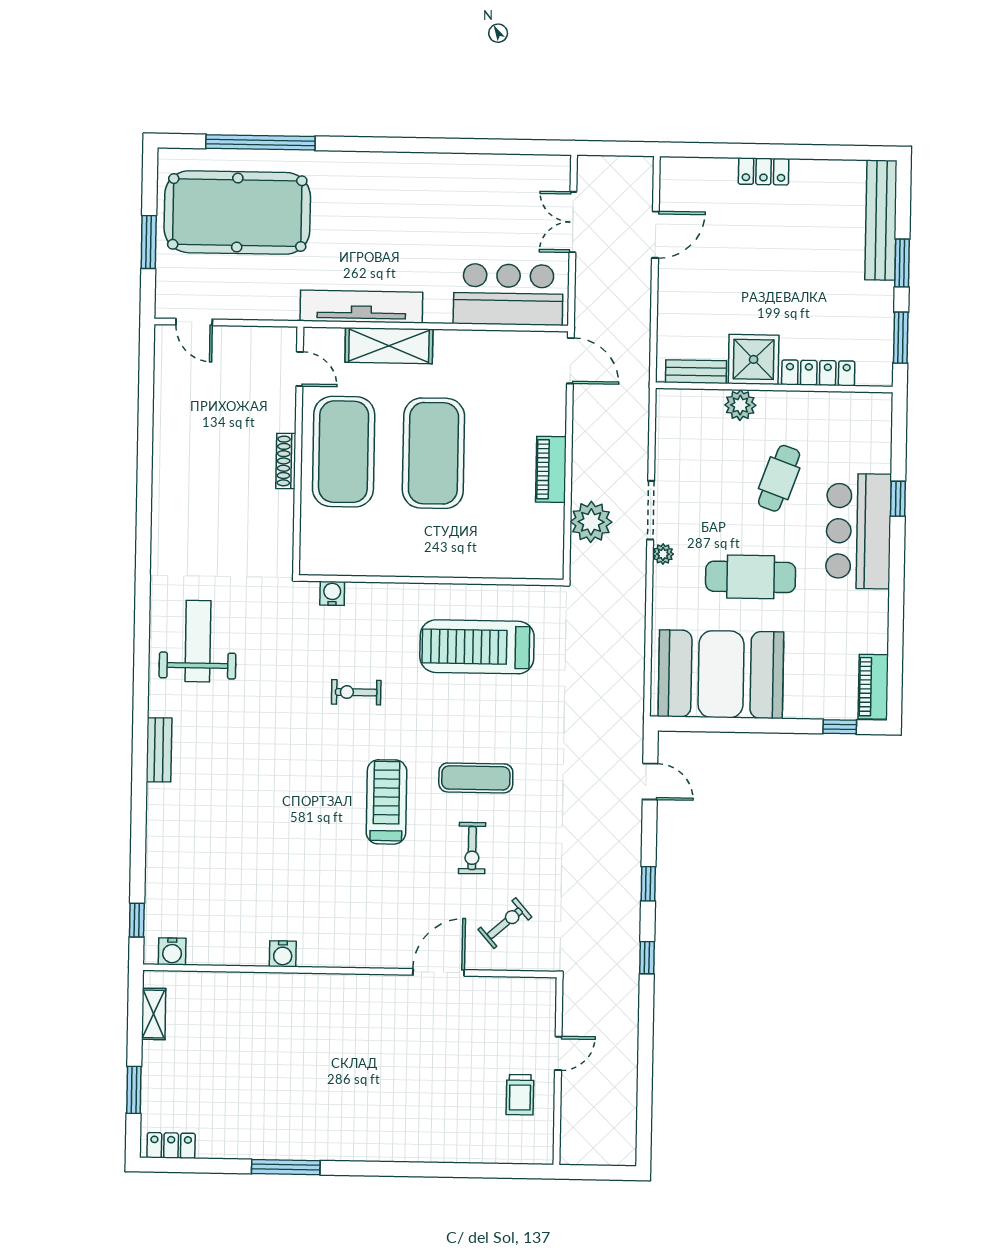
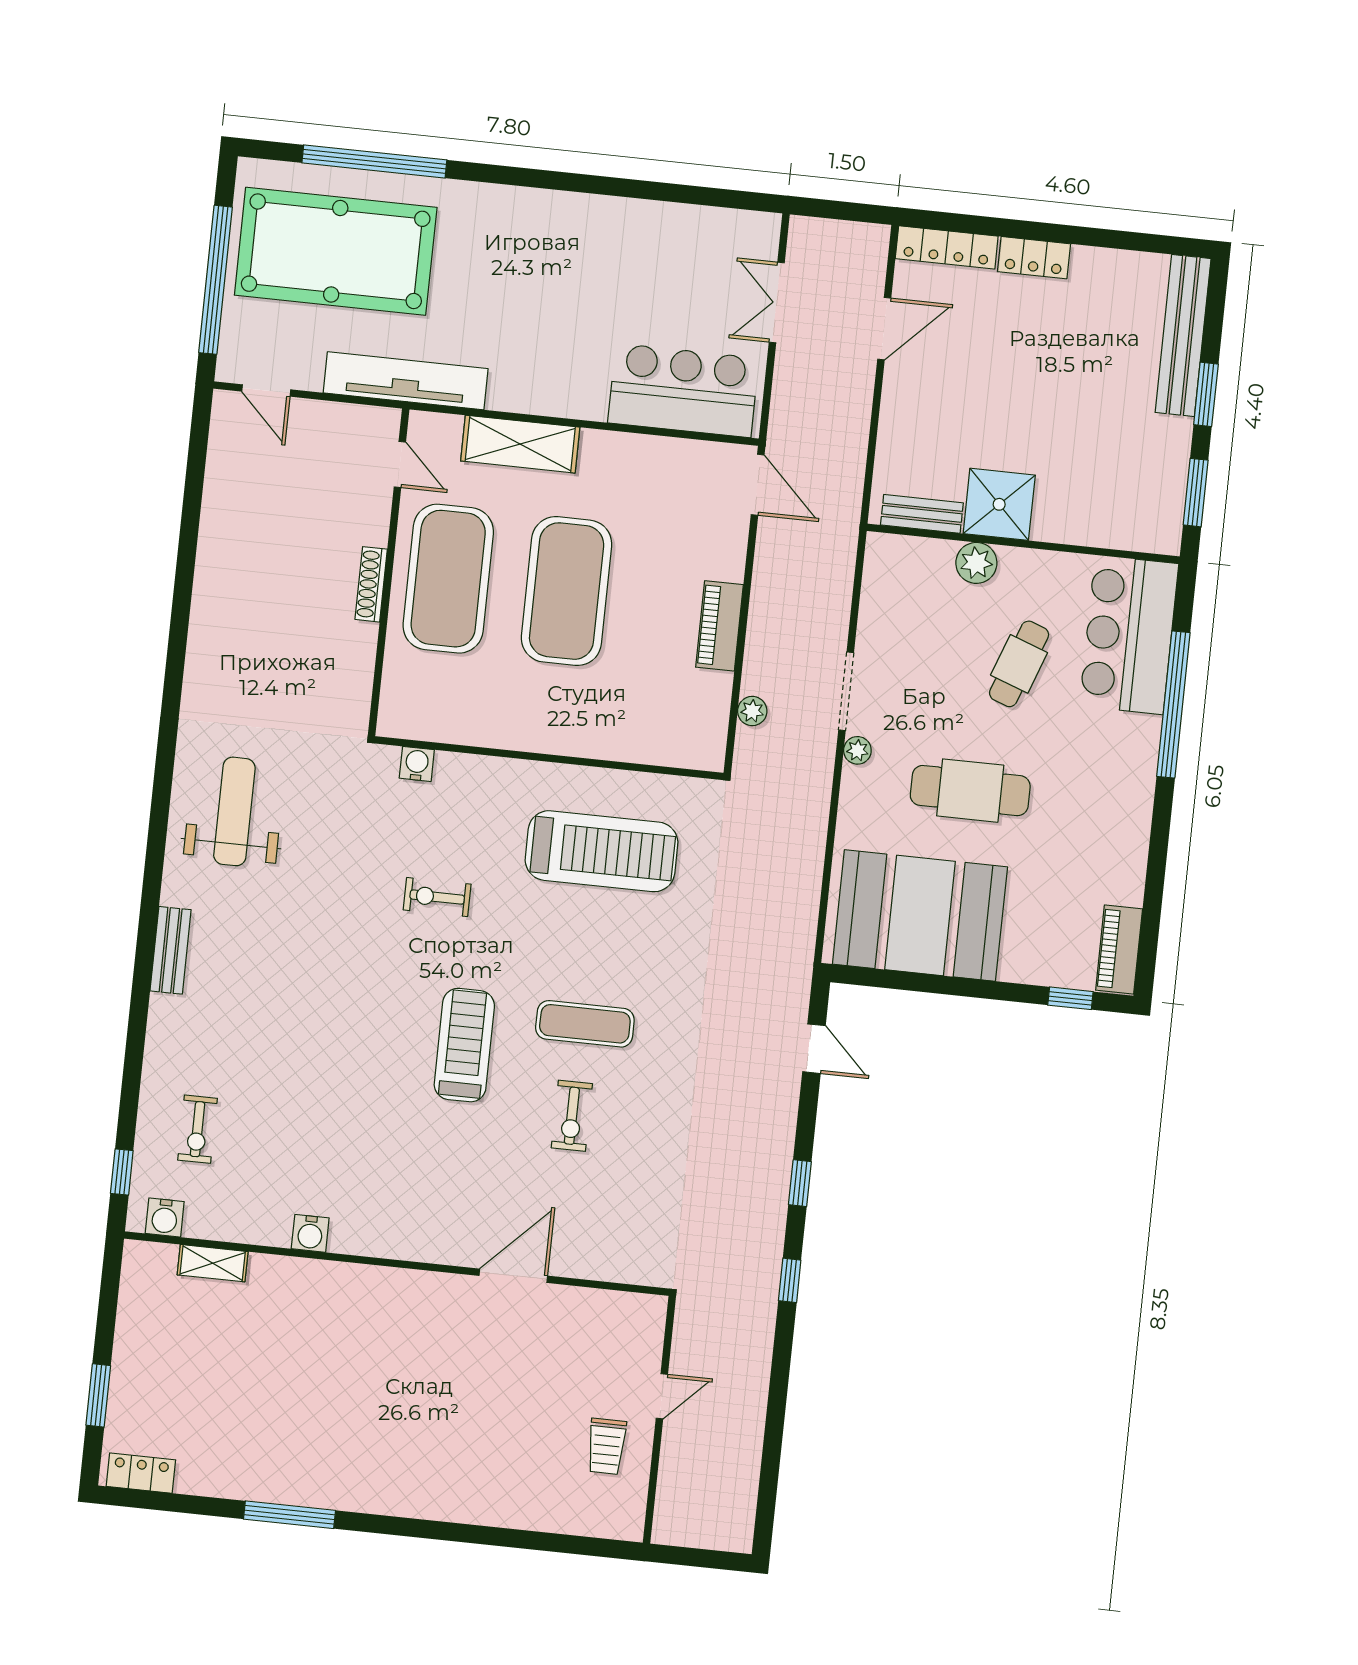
window: (149, 242) -> (216, 280), width x2.11
tv unit: (361, 307) -> (406, 381), moved
locker: (818, 373) -> (947, 247), moved, turned 180
window: (898, 499) -> (1173, 704), width x3.17
plant: (591, 522) -> (752, 711), width x0.53, depth x0.53
bar counter: (859, 531) -> (1129, 635), moved
treadmill: (477, 647) -> (601, 851), turned 180
exercise bike: (505, 923) -> (198, 1129), moved, turned 131
shelving: (154, 1014) -> (213, 1263), moved, turned 90

